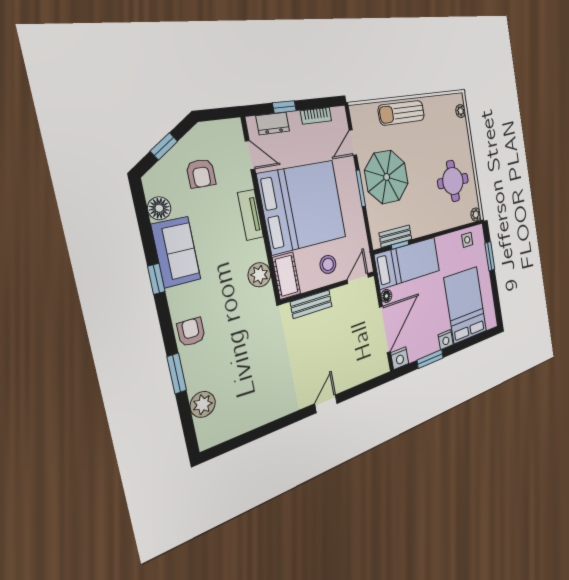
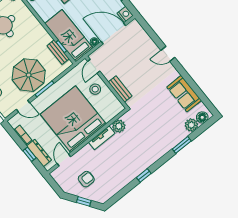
dresser: (273, 123) -> (39, 153), width x1.44
floor lamp: (159, 208) -> (202, 117), moved
tv unit: (251, 215) -> (102, 138), moved
sofa: (176, 252) -> (184, 94), moved, turned -90
cot: (287, 276) -> (112, 111), removed
door: (358, 278) -> (94, 66), hinge flipped
armchair: (191, 332) -> (160, 147), removed

